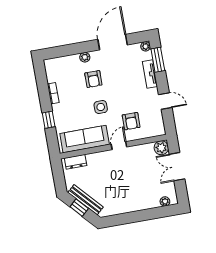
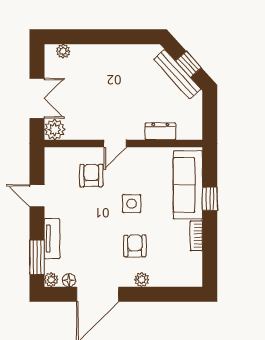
floor lamp: (134, 48) -> (69, 280), added
sofa: (85, 139) -> (188, 185), moved, turned 90
dresser: (76, 162) -> (160, 131), moved

